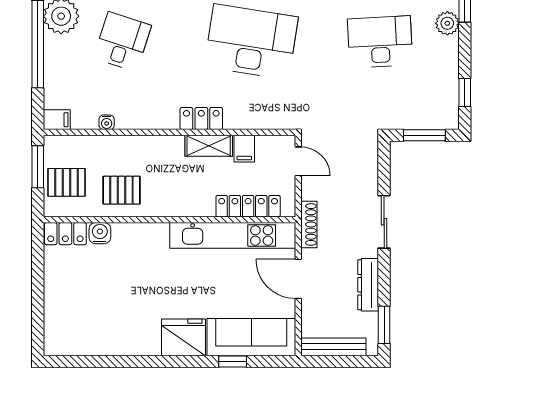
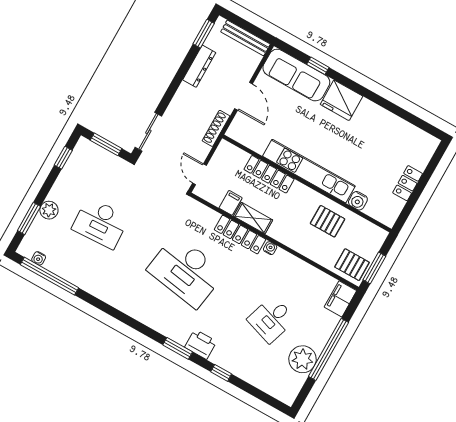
locker: (201, 119) -> (240, 235), width x1.53
filing cabinet: (57, 120) -> (340, 299), width x2.00
water cooler: (107, 122) -> (270, 248), moved
pallet: (66, 182) -> (352, 265), moved
locker: (248, 206) -> (269, 174), moved
sliding door: (384, 222) -> (148, 132), moved
locker: (65, 234) -> (408, 183), moved, turned -90
kitchen unit: (233, 235) -> (309, 171), moved

